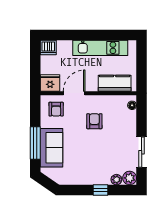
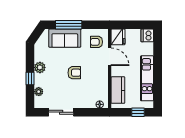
window: (142, 59) -> (138, 112), added
armchair: (94, 121) -> (74, 73), moved
plant: (130, 178) -> (40, 67), moved

